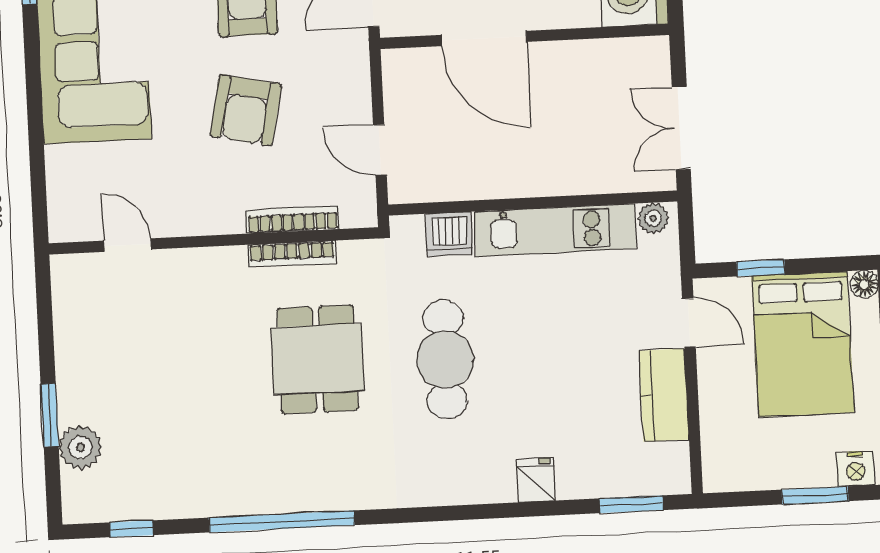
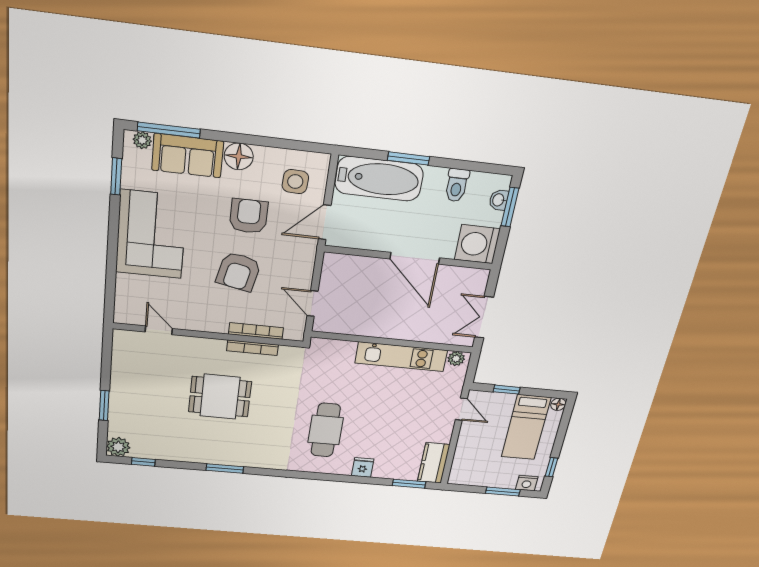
door: (484, 38) -> (415, 258), moved
dishwasher: (449, 234) -> (342, 350), removed
bed: (803, 344) -> (526, 427), width x0.67
dining table: (318, 359) -> (220, 397), moved, turned 90
cafe table: (445, 359) -> (326, 430), moved
kitchen counter: (664, 395) -> (434, 463), moved
plant: (80, 447) -> (118, 447), moved
window: (282, 521) -> (225, 469), width x0.47

